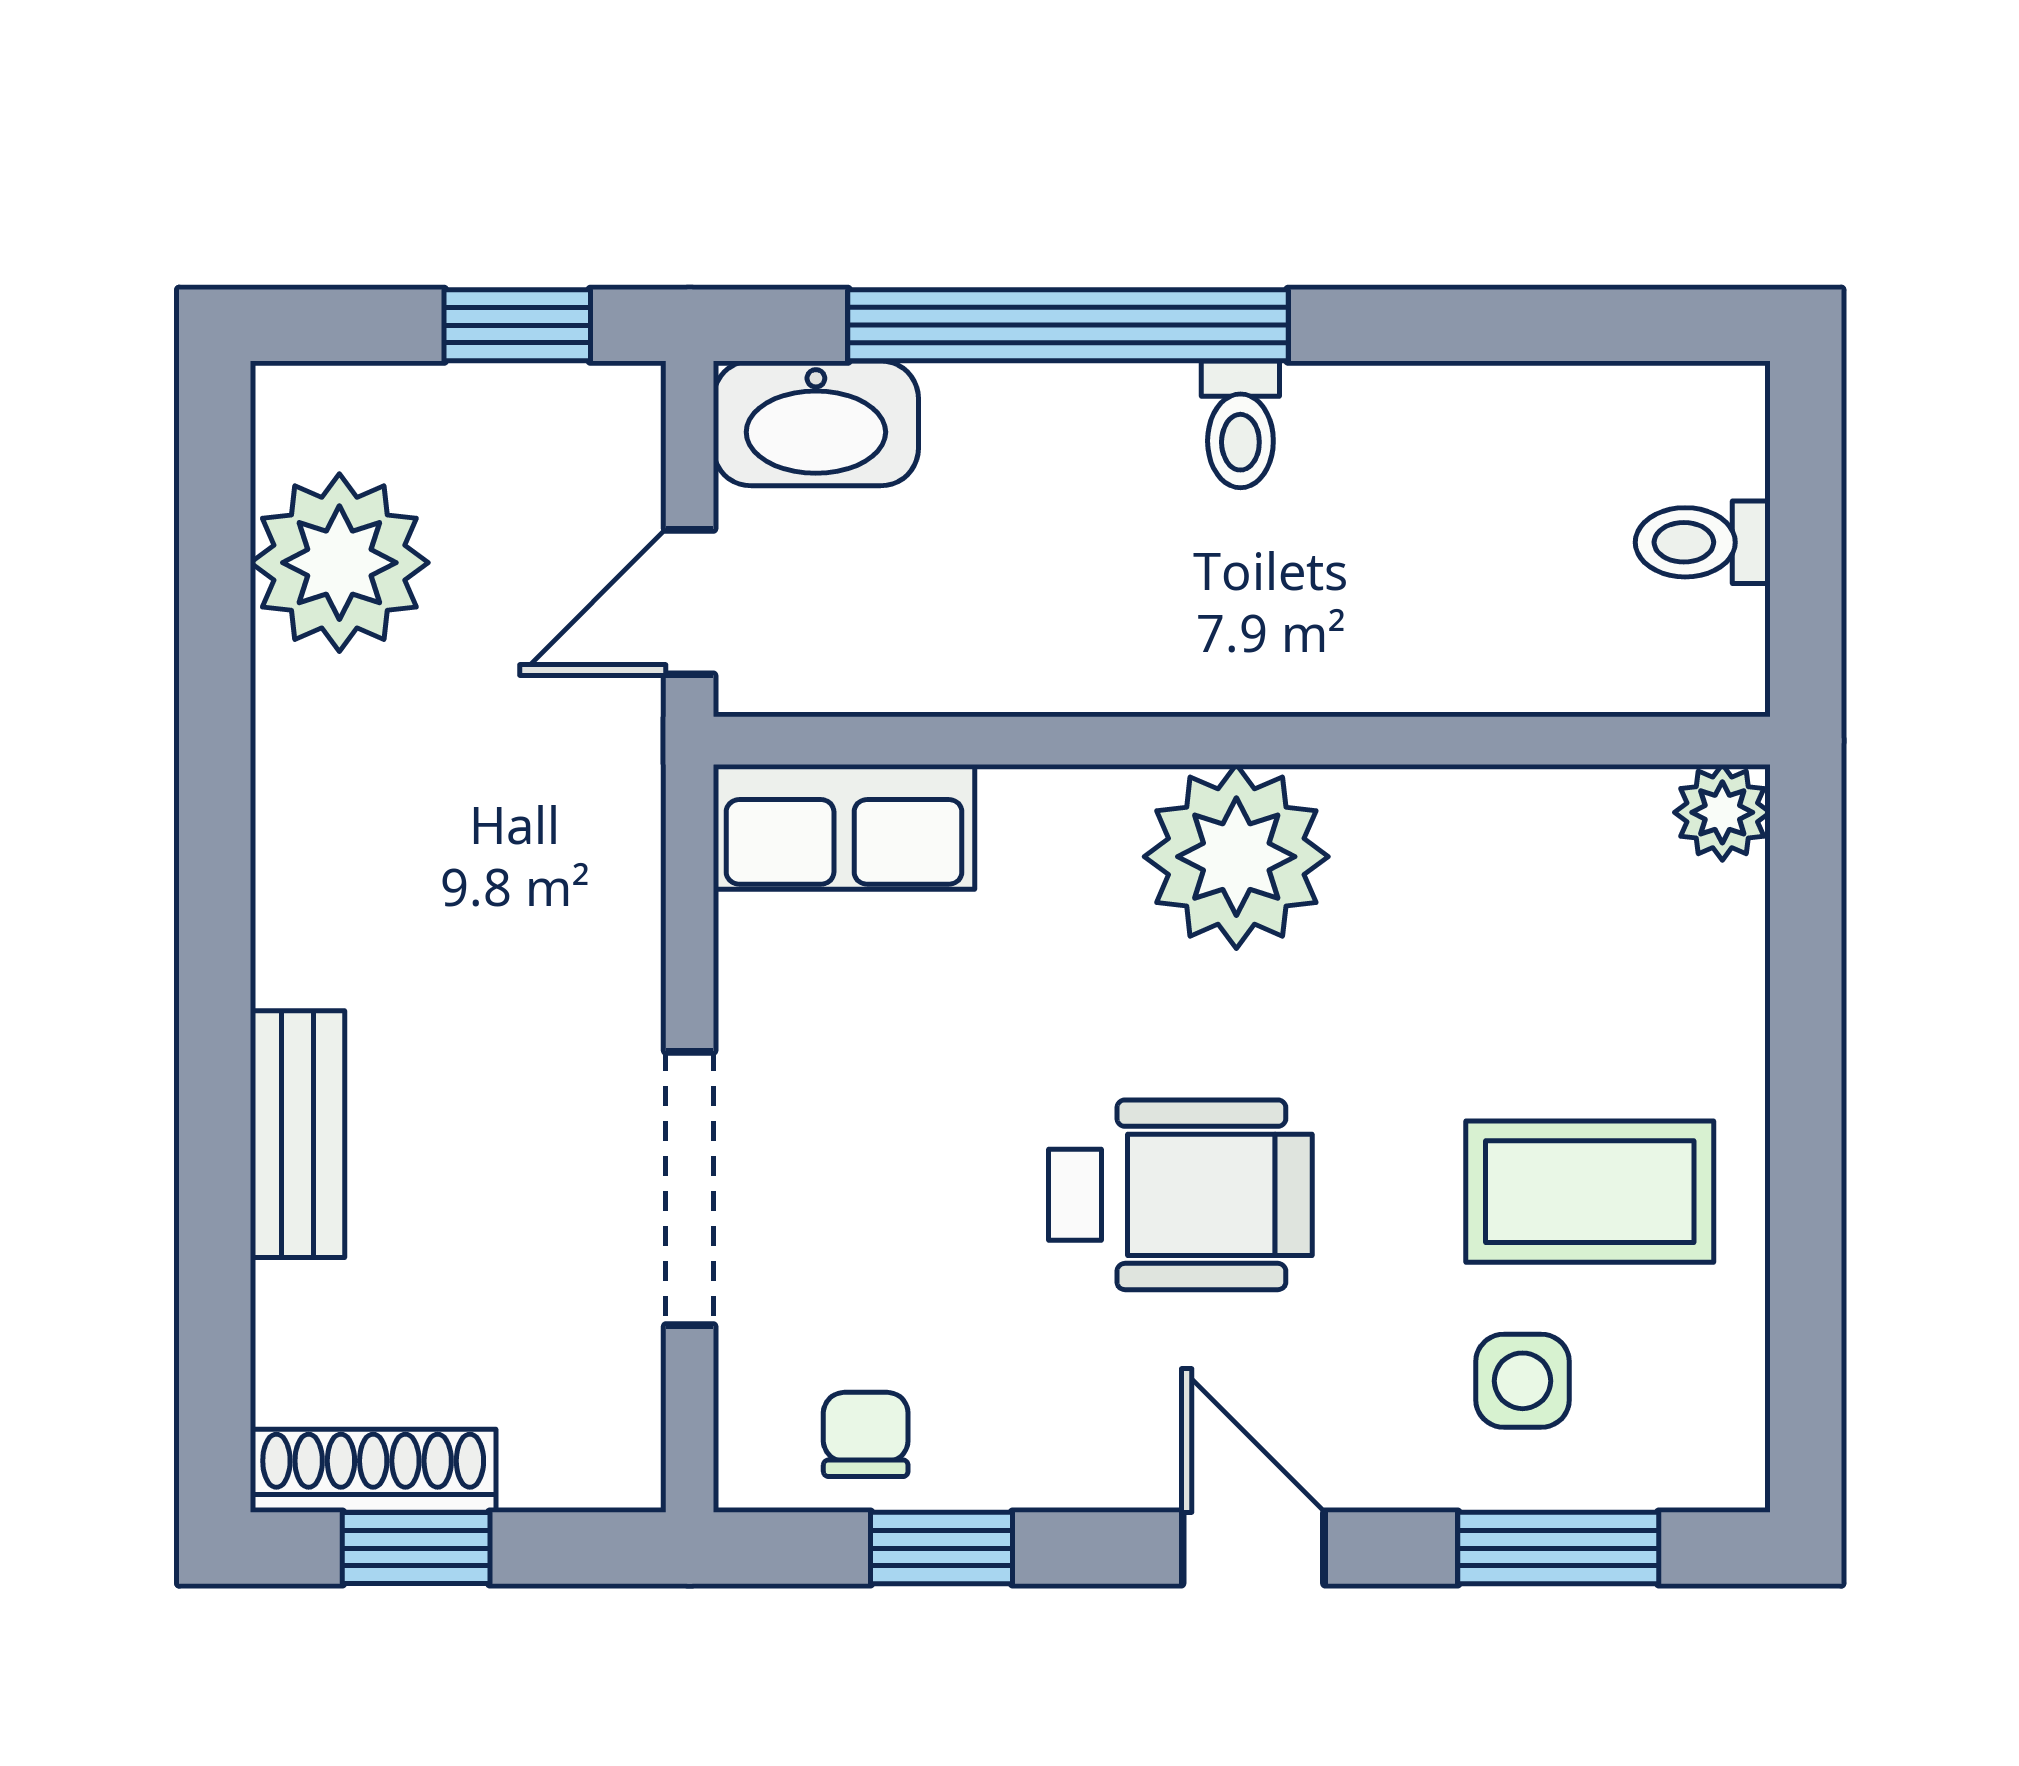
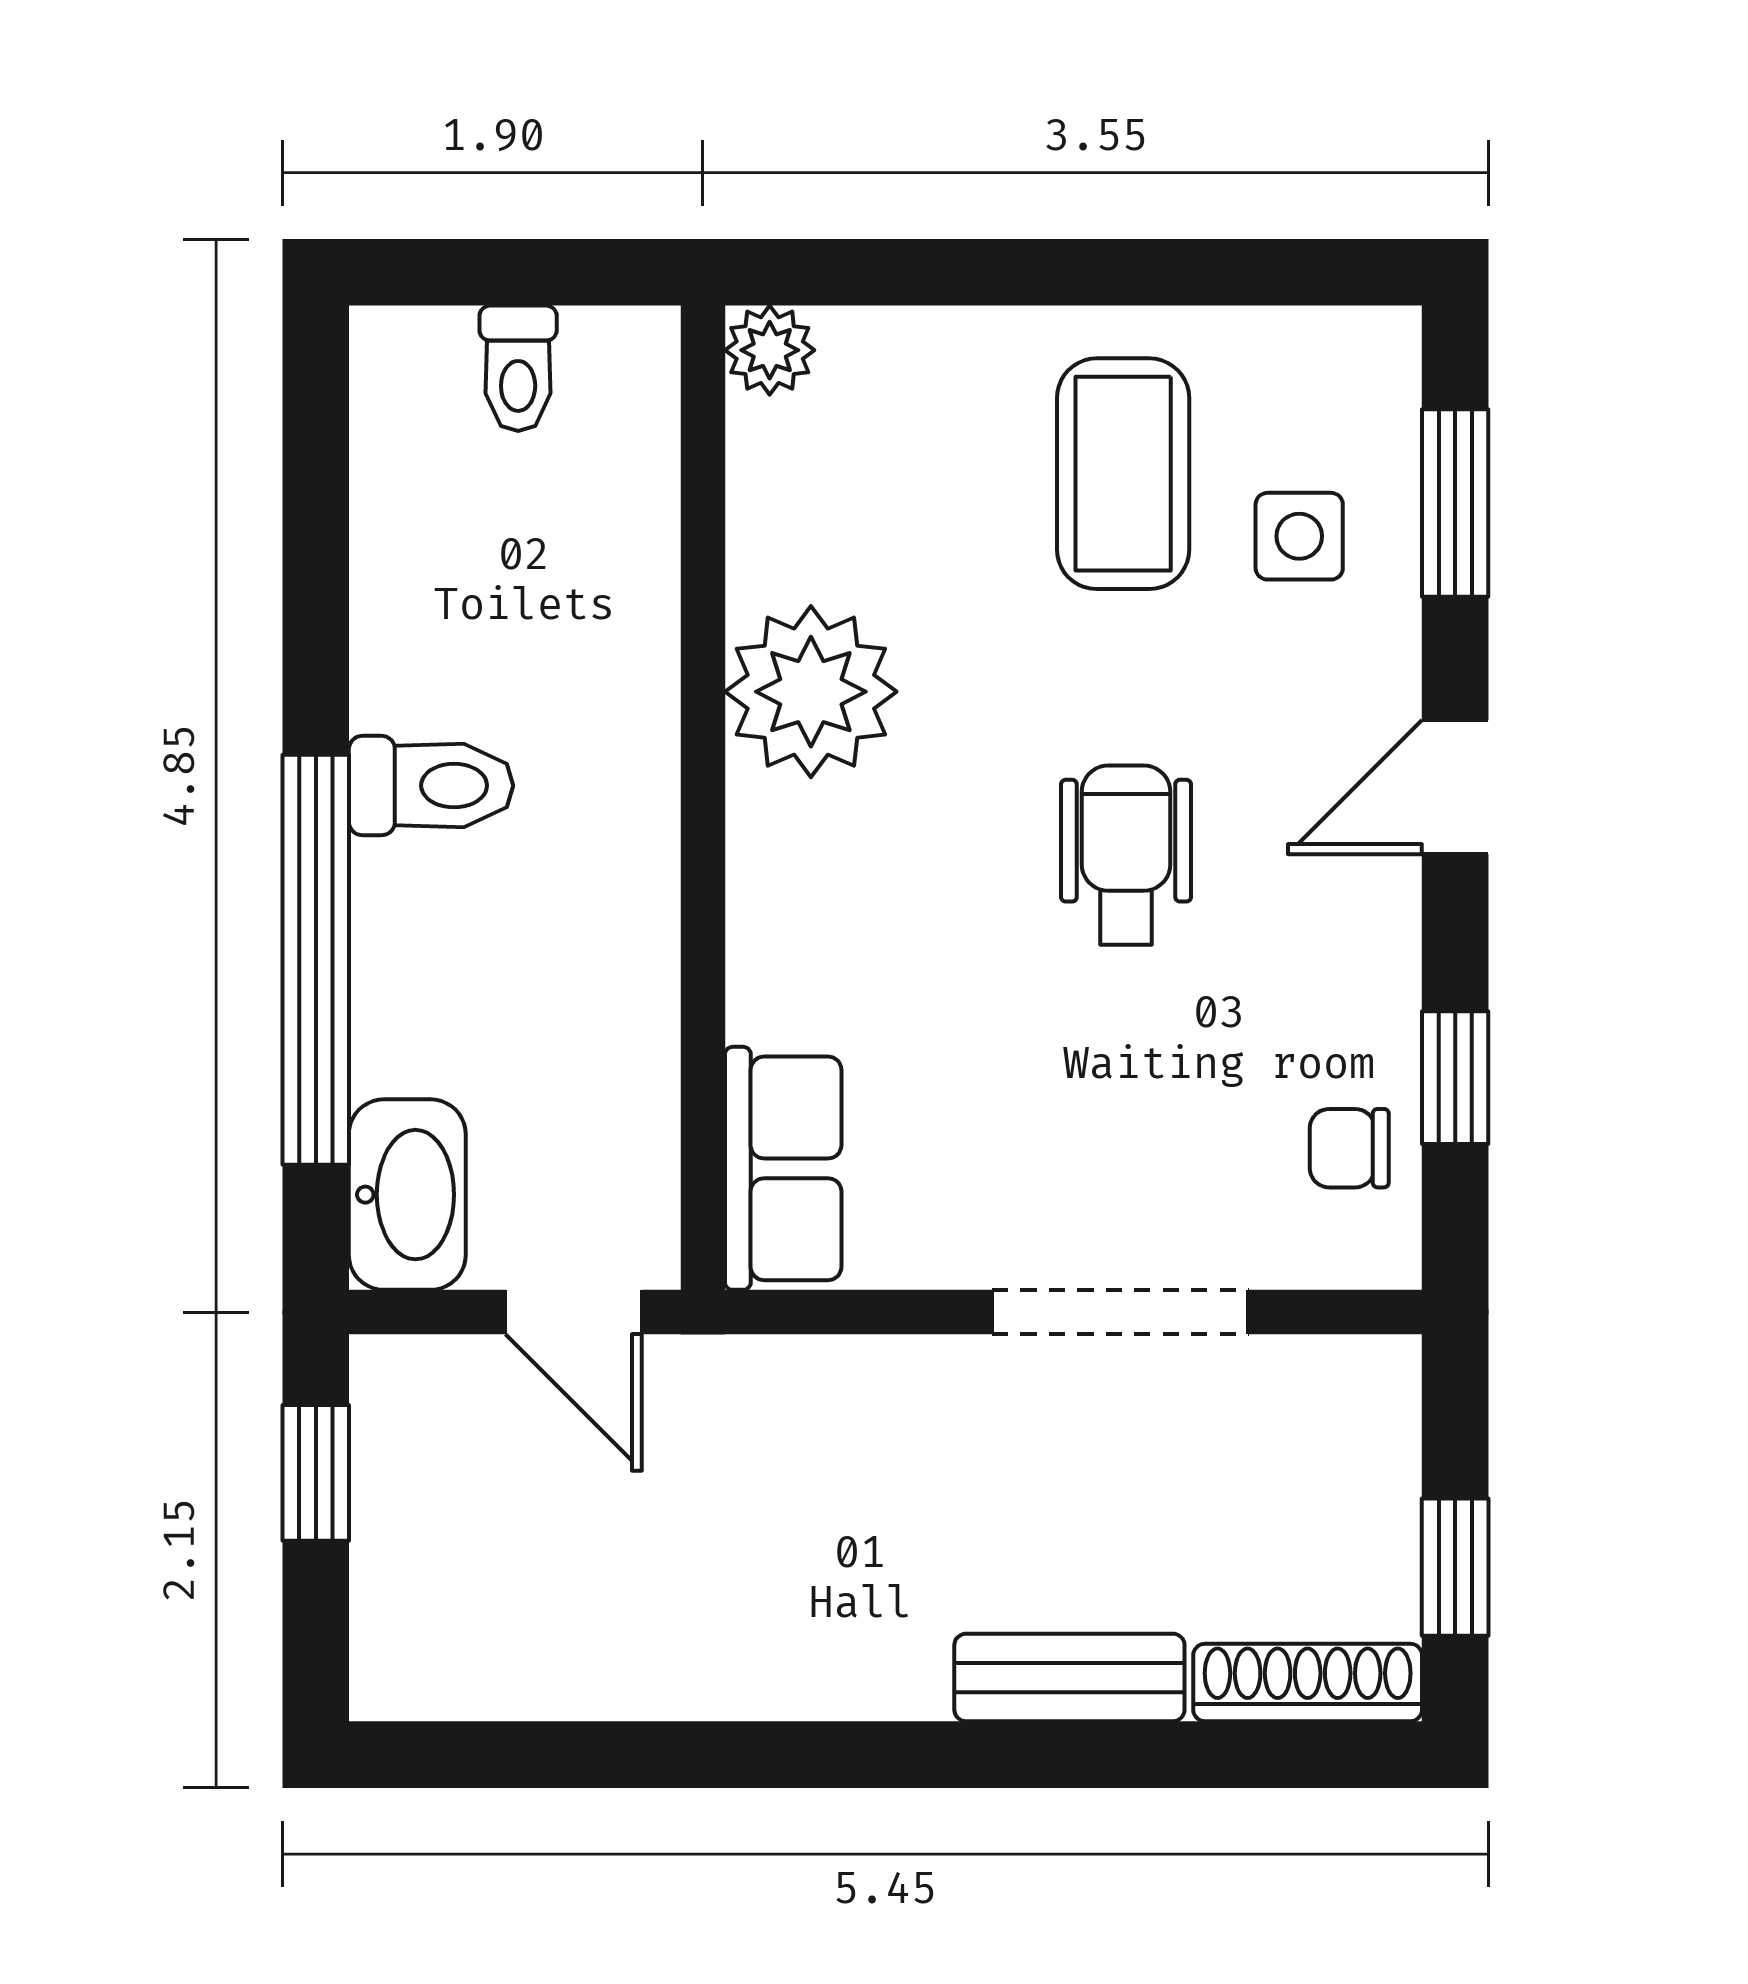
toilet: (1240, 424) -> (431, 786), width x1.37, depth x1.39
plant: (339, 563) -> (537, 1638), removed
plant: (1236, 857) -> (811, 692), moved
wheelchair: (1180, 1195) -> (1126, 855), width x0.73, depth x0.73
shoe rack: (373, 1471) -> (1308, 1683), moved, turned 90

